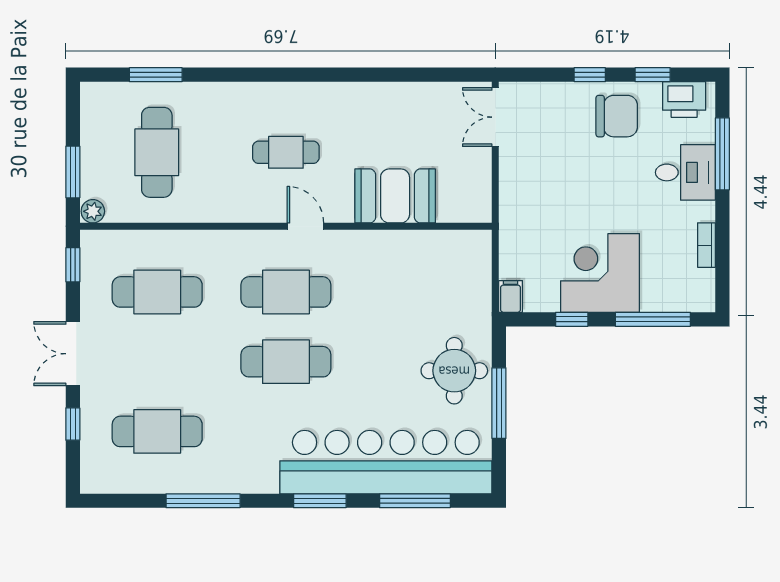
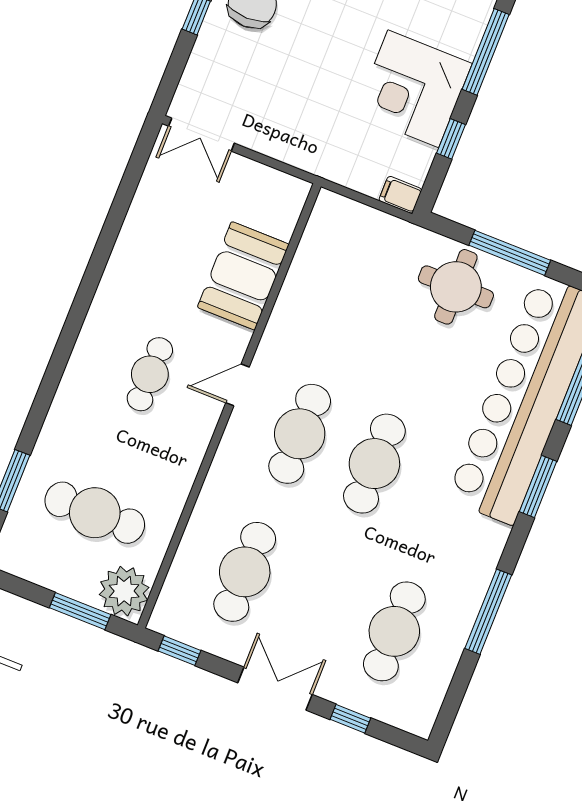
plant: (93, 211) -> (124, 591), width x1.88, depth x1.88
double door: (73, 354) -> (275, 689), swing flipped

